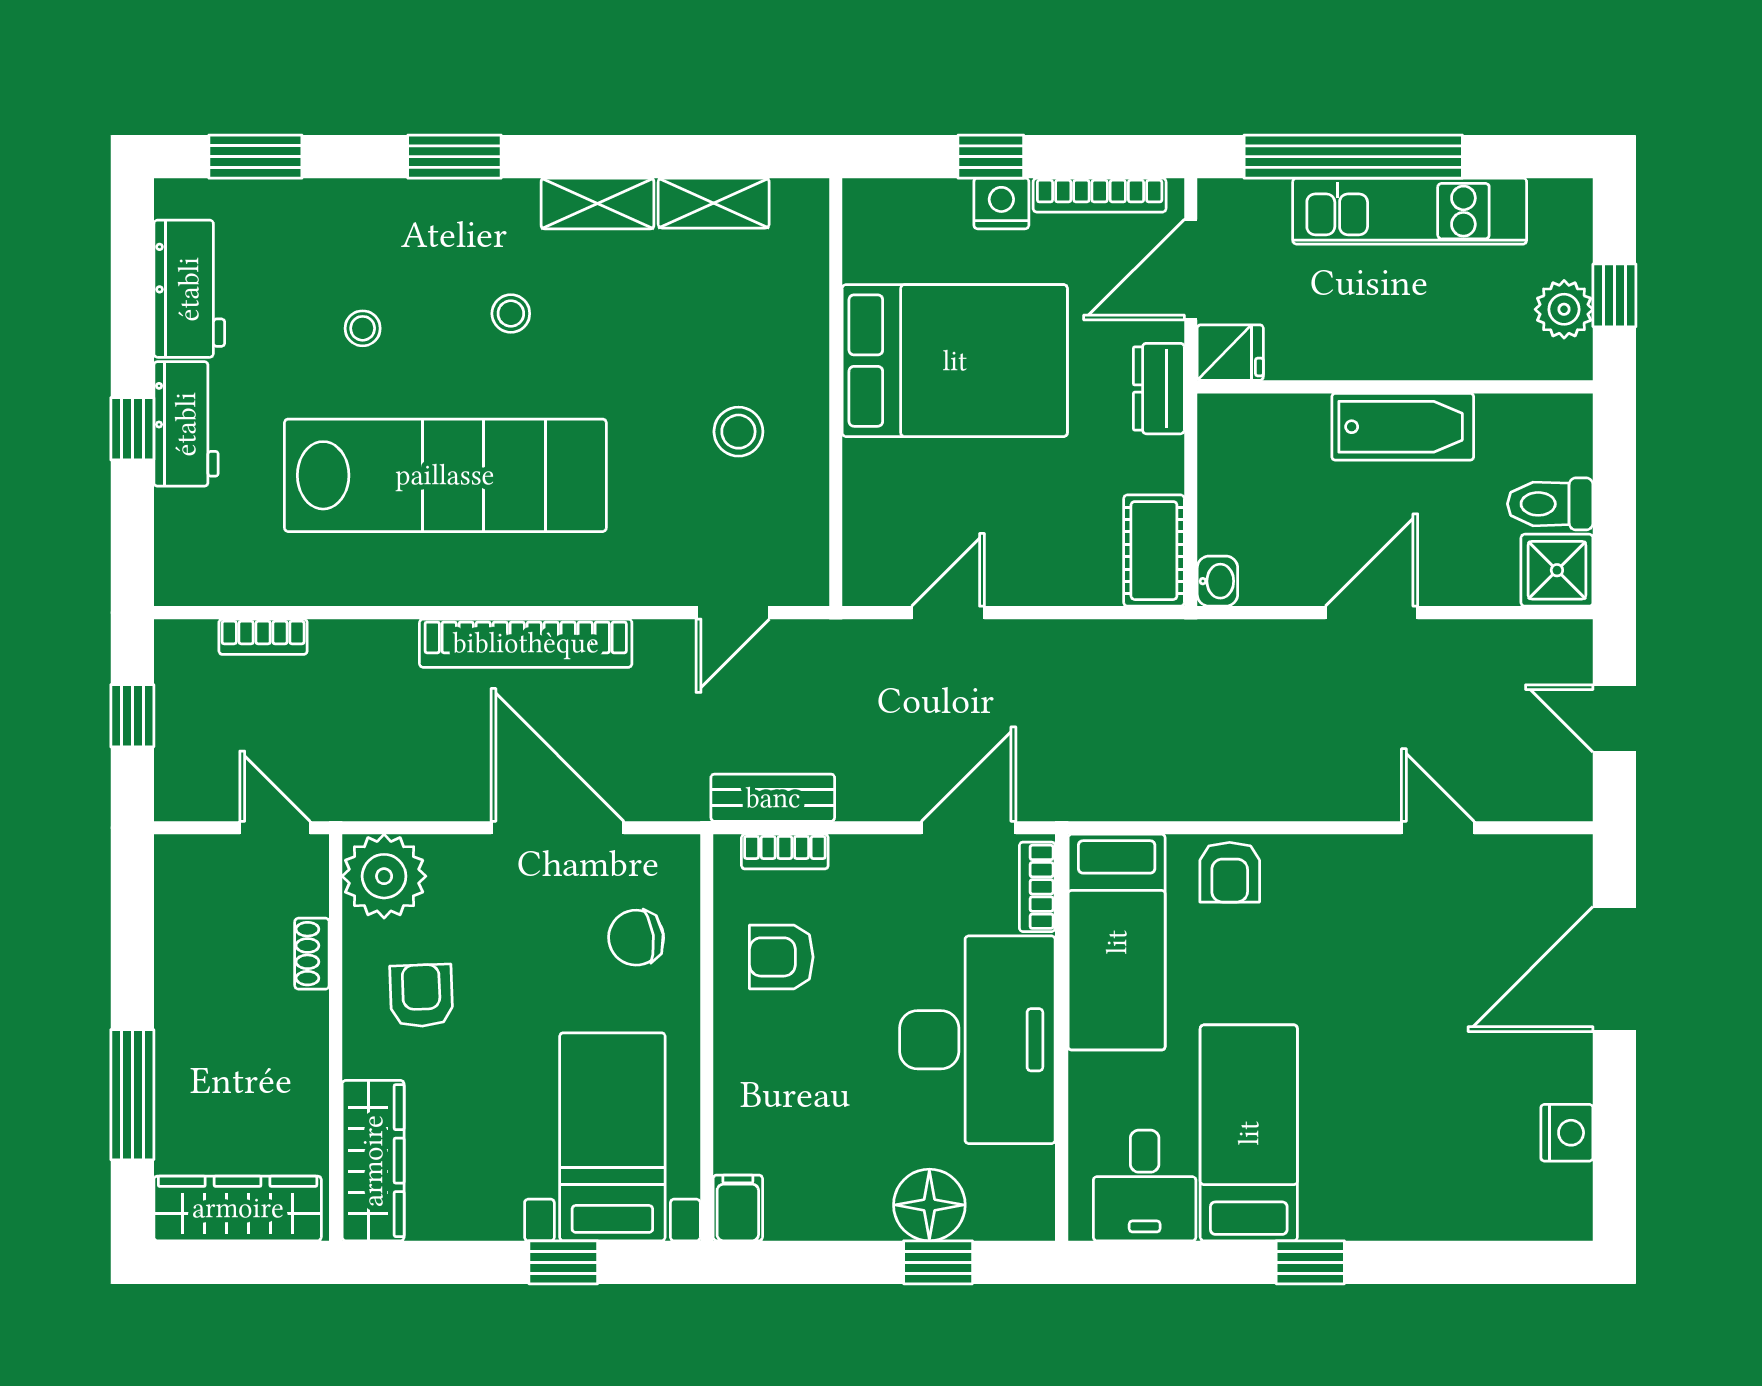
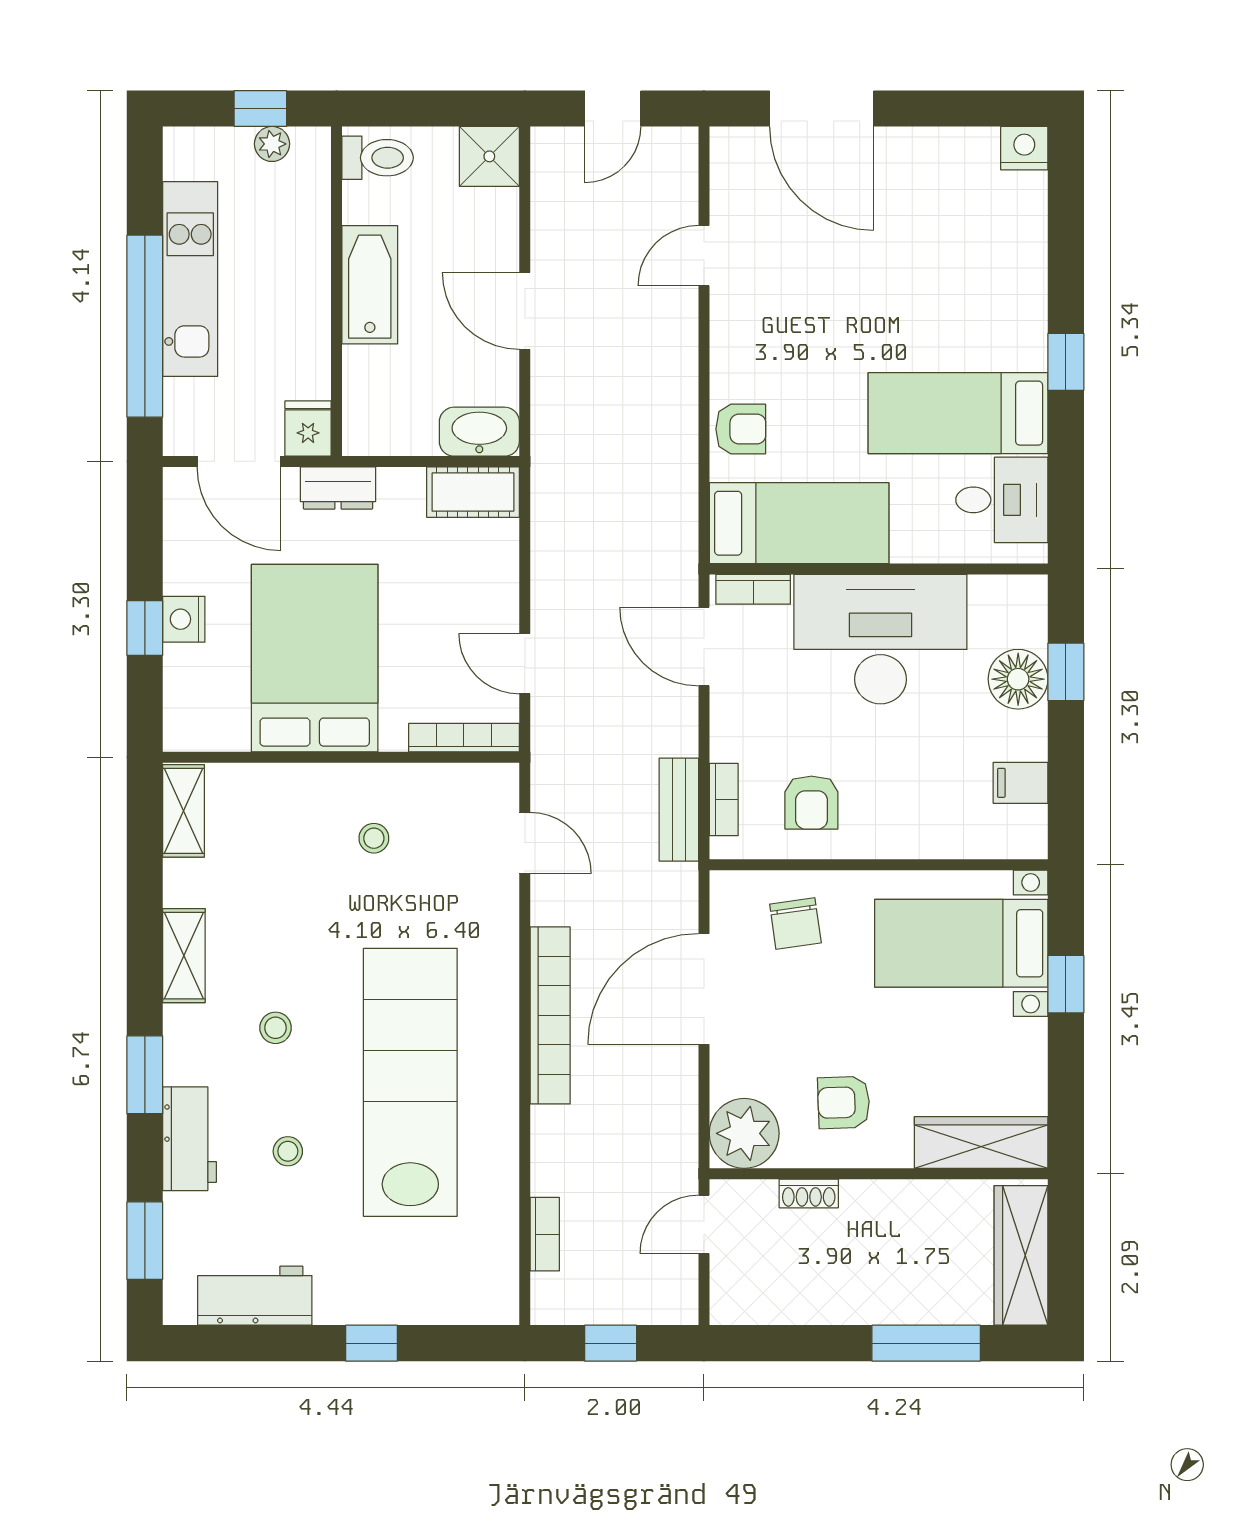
bookcase: (1100, 195) -> (464, 738), moved, turned -90
shelving: (714, 203) -> (184, 811), moved
plant: (1564, 309) -> (272, 144), width x0.73, depth x0.73
workbench: (186, 424) -> (190, 1139), moved, turned 90
stool: (738, 432) -> (374, 838), width x0.73, depth x0.73
toilet: (1550, 504) -> (378, 158), moved, turned -90
washbasin: (1217, 581) -> (479, 432), width x1.91, depth x1.45
nightstand: (1567, 1133) -> (1024, 148), moved
filing cabinet: (738, 1208) -> (1021, 783), moved

